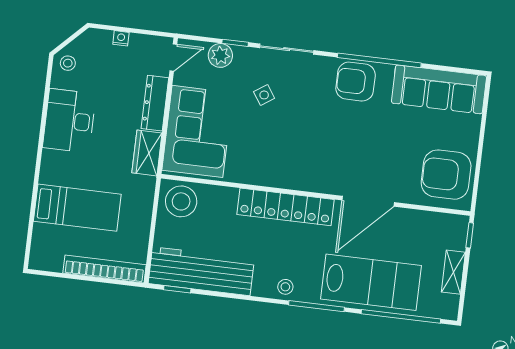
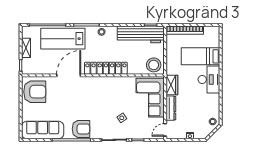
plant: (220, 55) -> (144, 133), removed
desk: (69, 121) -> (209, 79), moved

